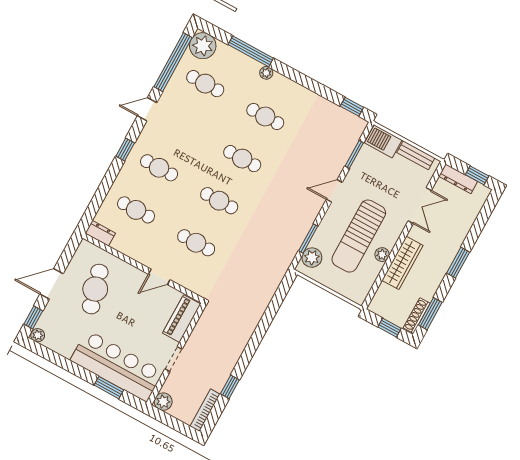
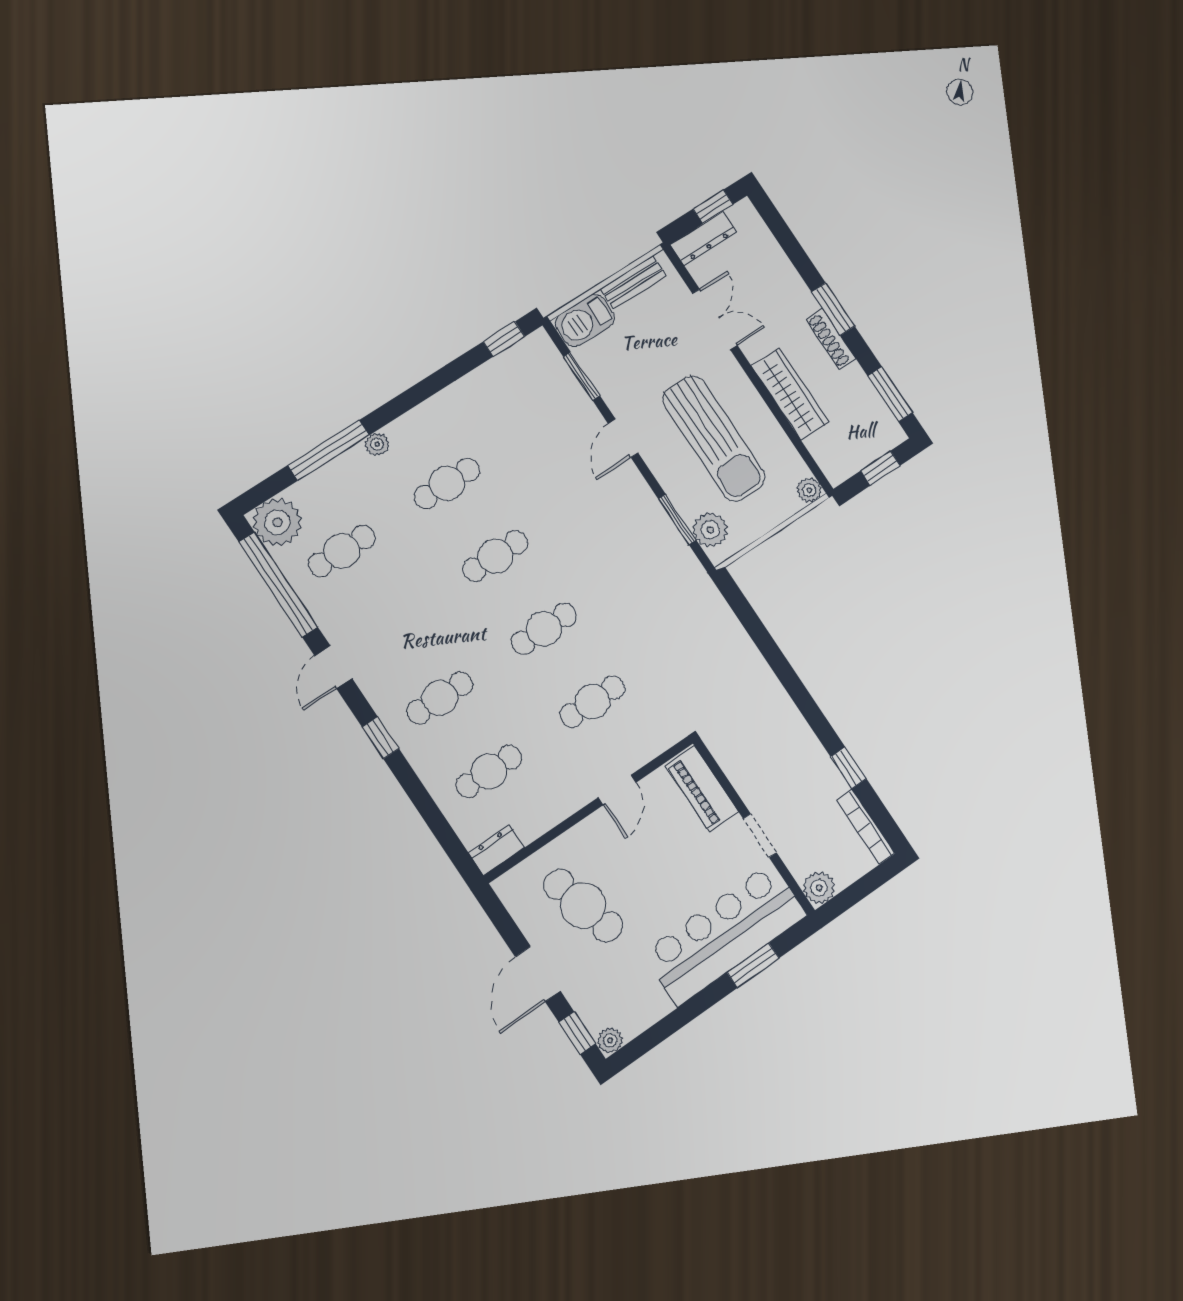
plant: (382, 255) -> (809, 490), moved
shoe rack: (417, 316) -> (831, 339), moved

